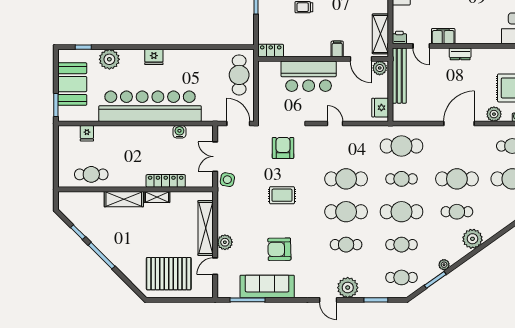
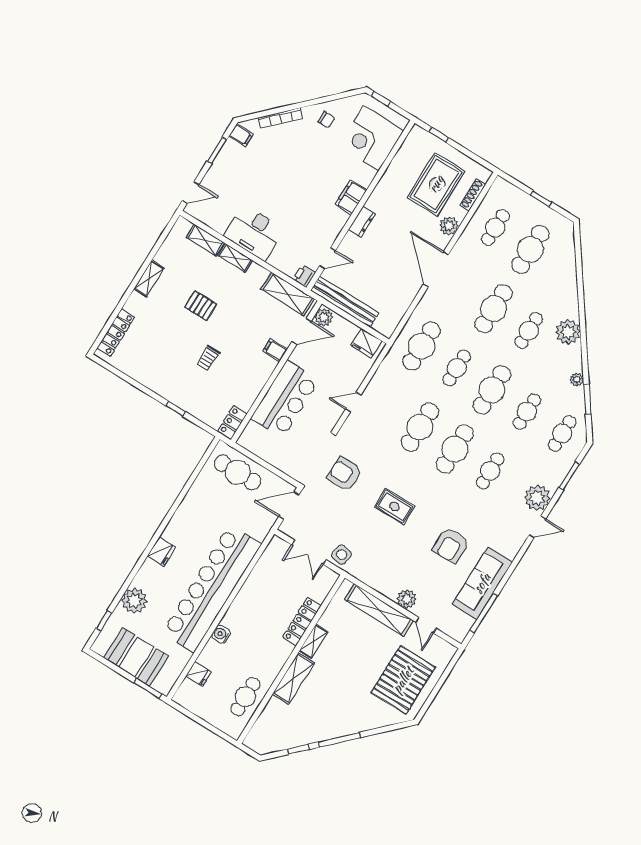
filing cabinet: (443, 36) -> (351, 197), moved
water cooler: (179, 132) -> (221, 634), moved
rug: (282, 195) -> (395, 507), turned 90

